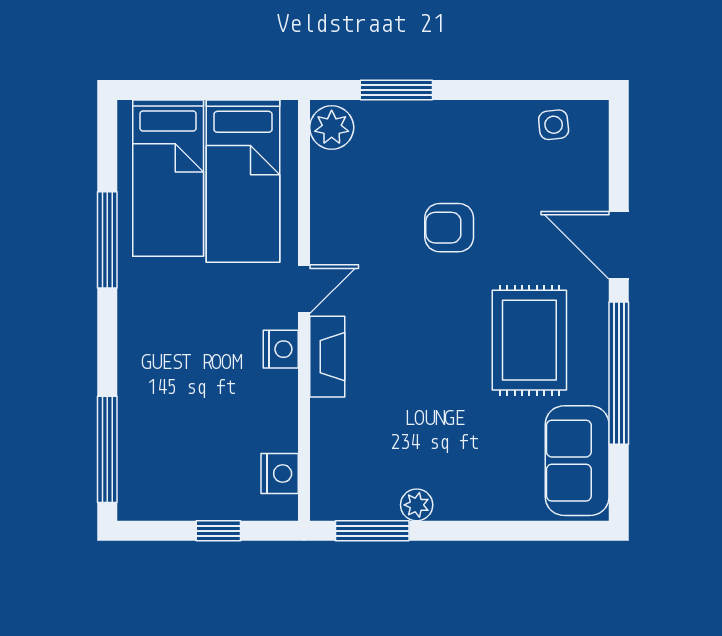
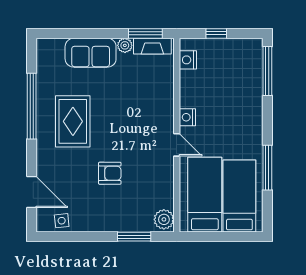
door: (619, 245) -> (32, 192), moved
door: (304, 289) -> (177, 145), swing flipped
fireplace: (327, 357) -> (152, 46), moved, turned -90
sofa: (577, 461) -> (91, 53), moved, turned 90

